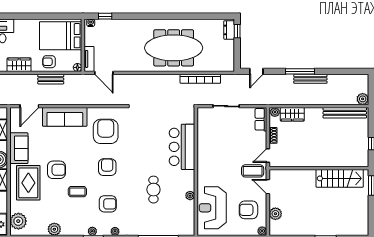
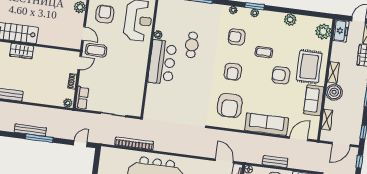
wardrobe: (292, 114) -> (22, 51), moved, turned 180
bar counter: (182, 147) -> (162, 62), moved
armchair: (248, 210) -> (105, 14), turned -90

